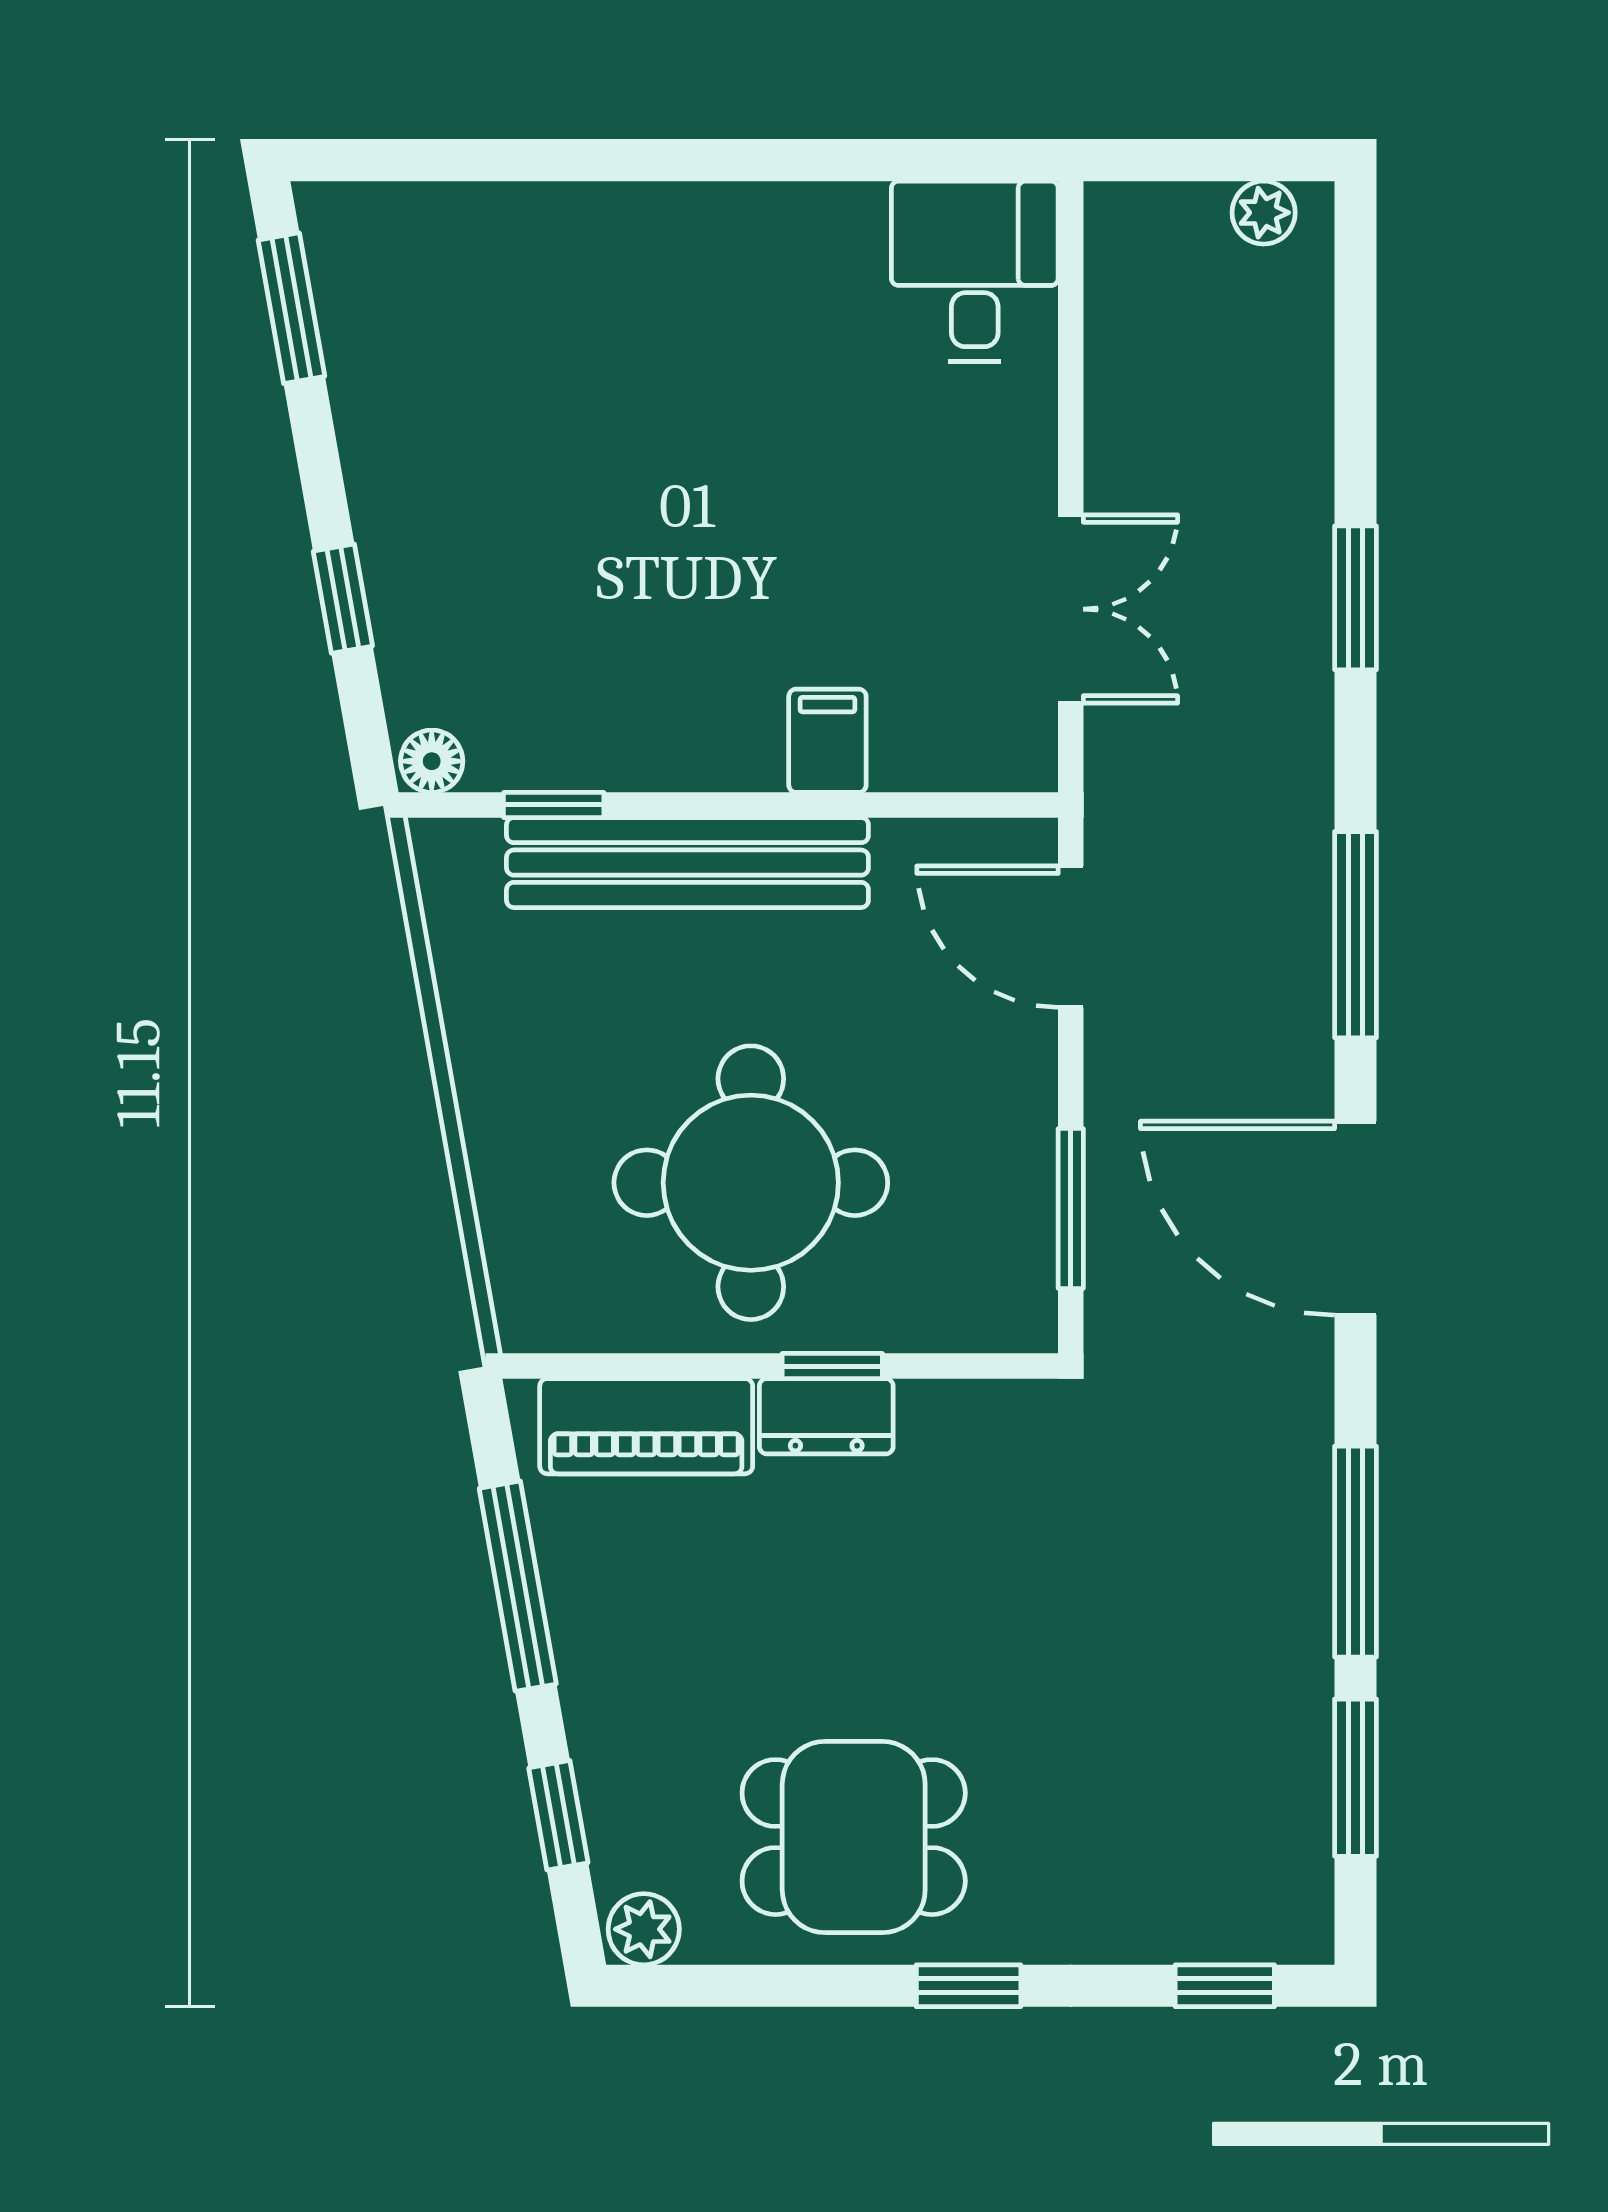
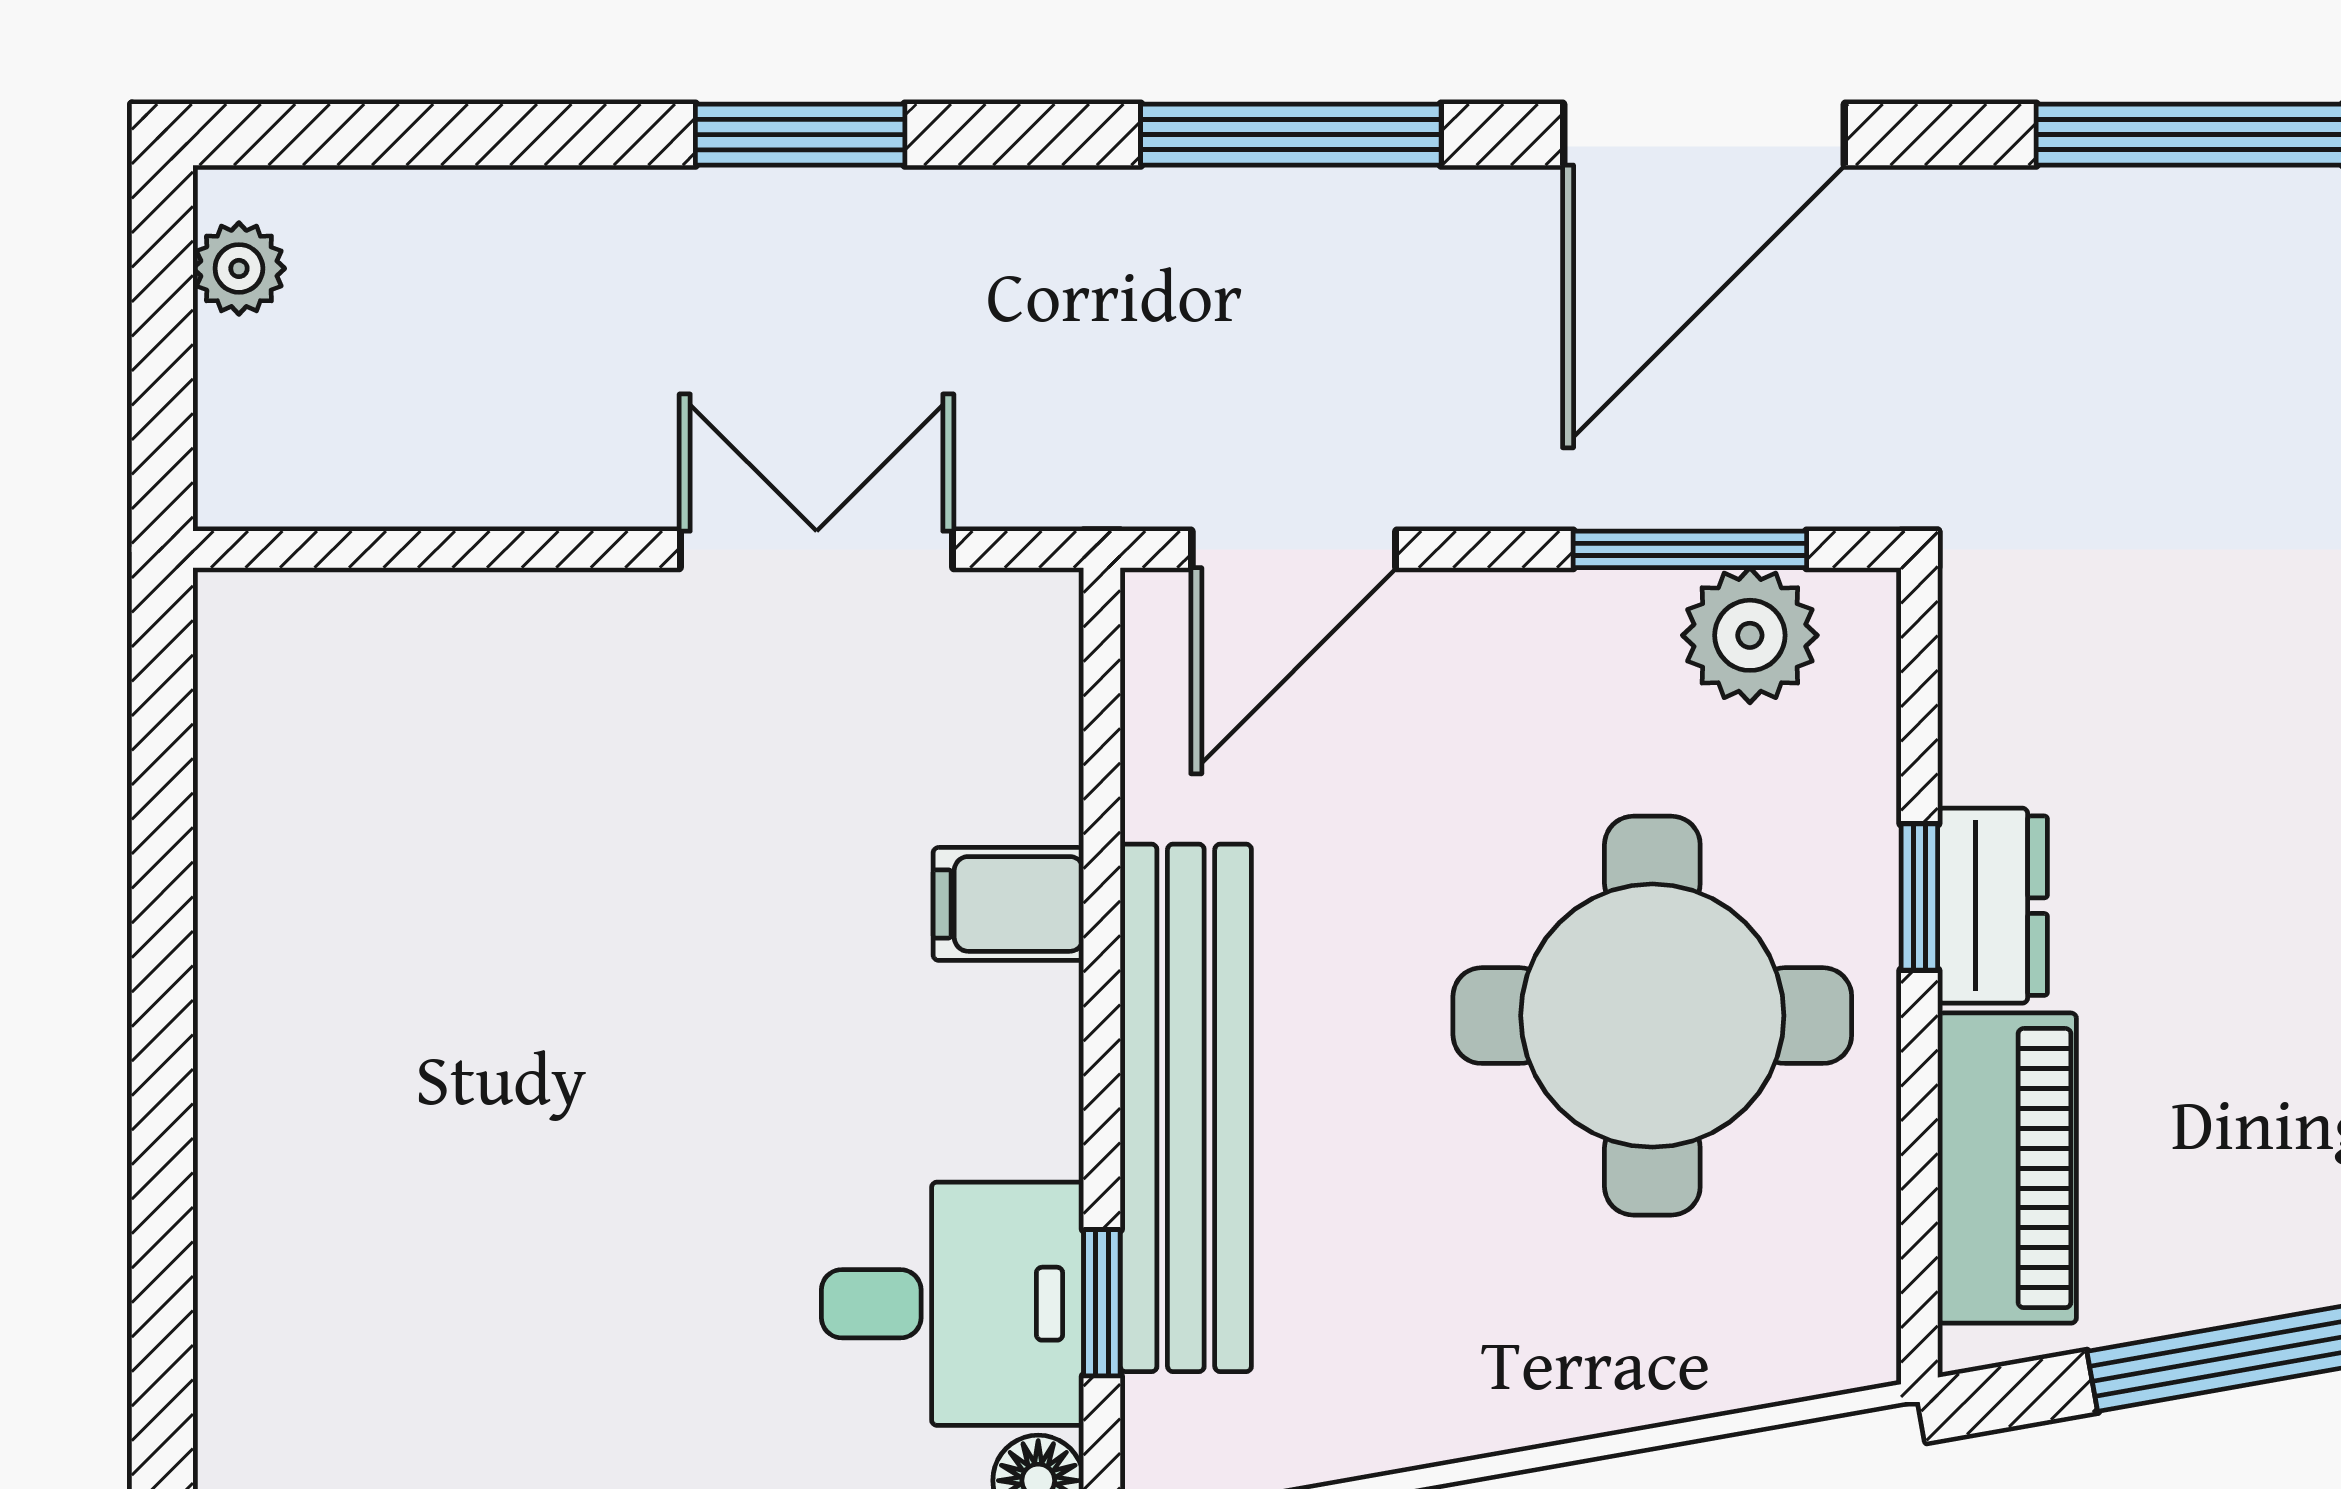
desk: (975, 271) -> (952, 1304), moved, turned 180
plant: (1012, 1250) -> (1750, 635), added

